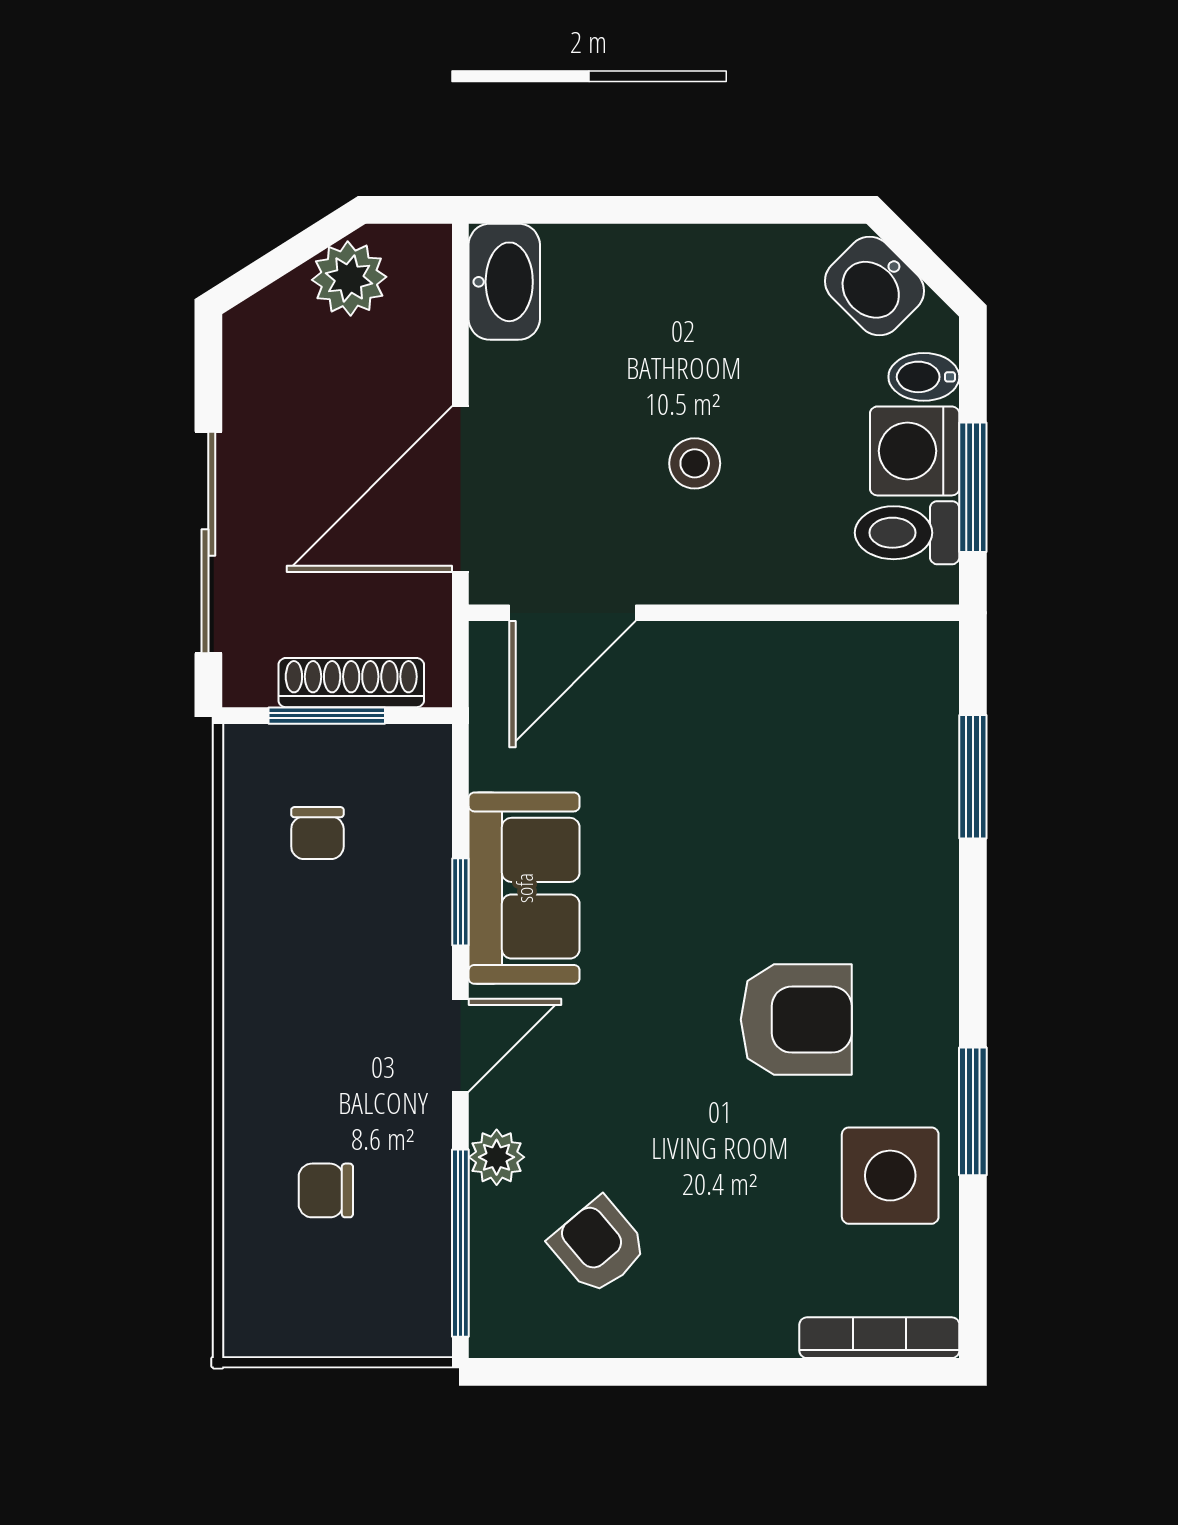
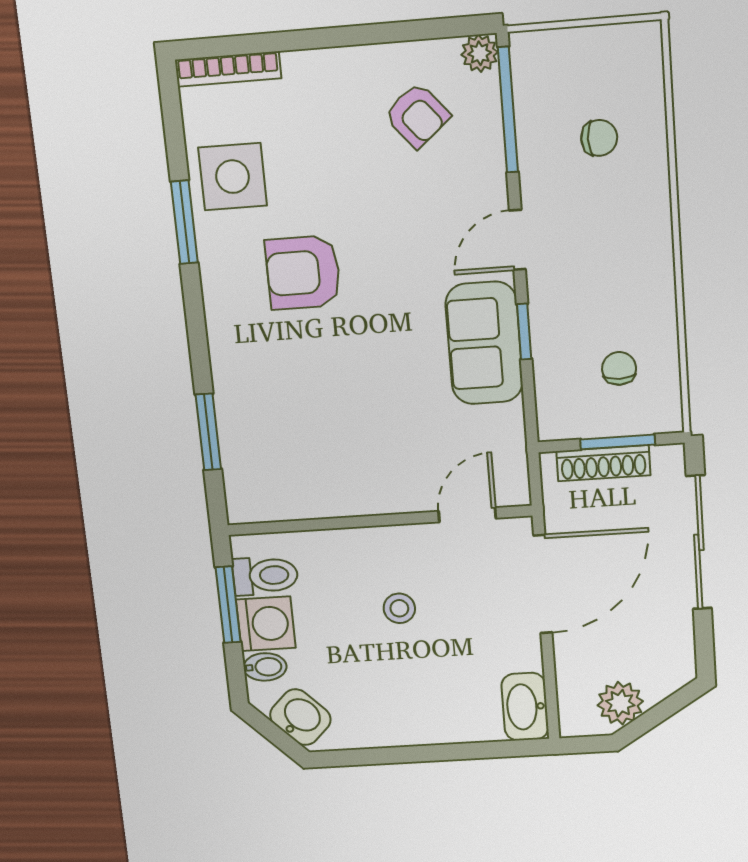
door: (573, 613) -> (467, 515), width x0.73
plant: (497, 1157) -> (480, 53), moved

